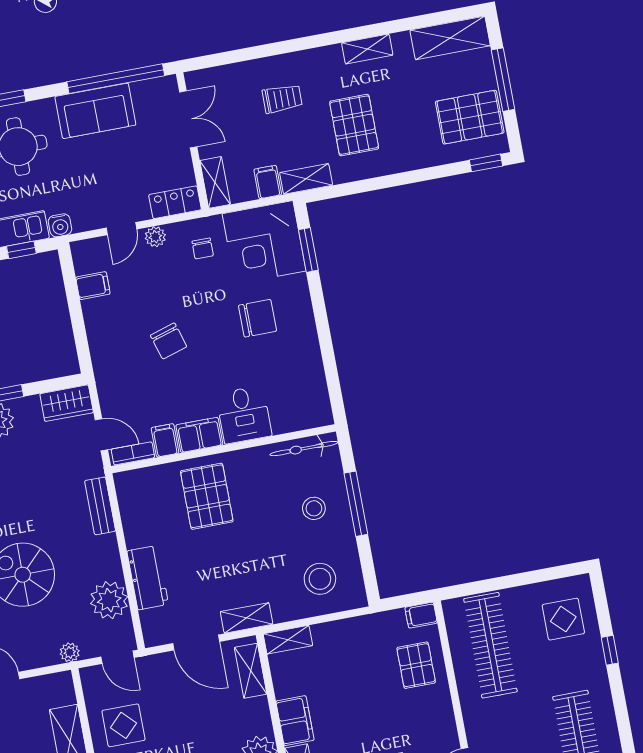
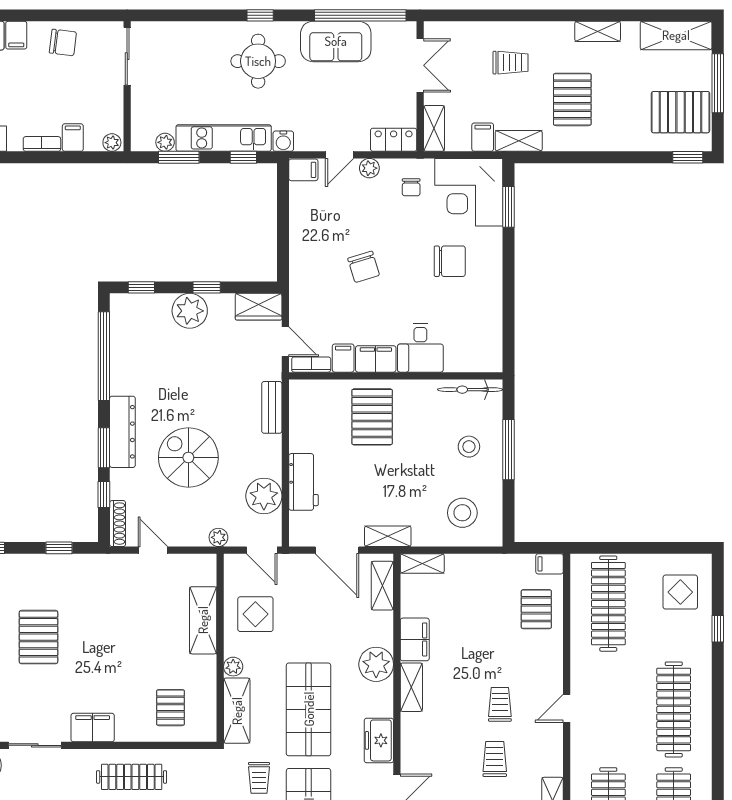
filing cabinet: (93, 286) -> (303, 170), moved

